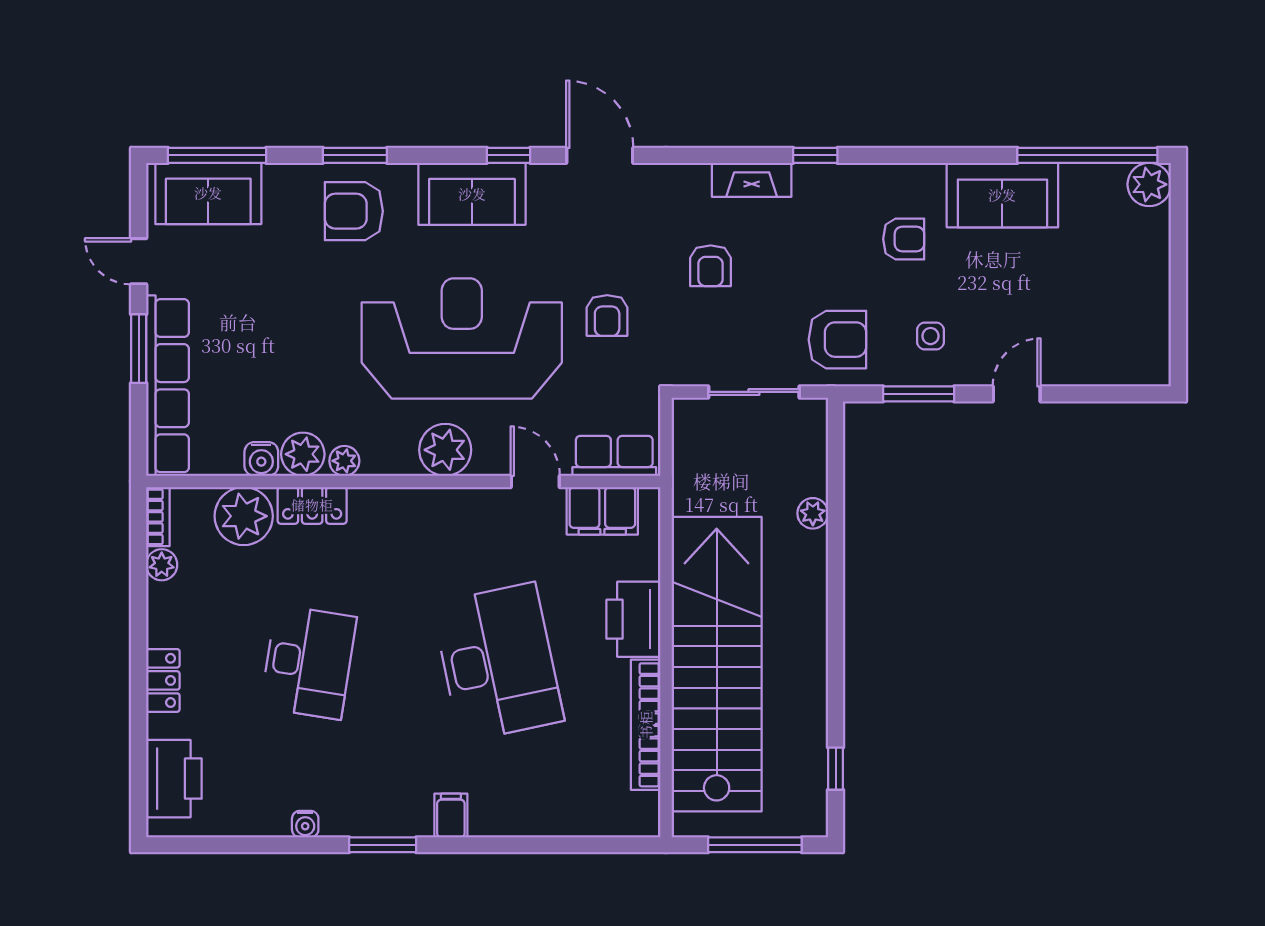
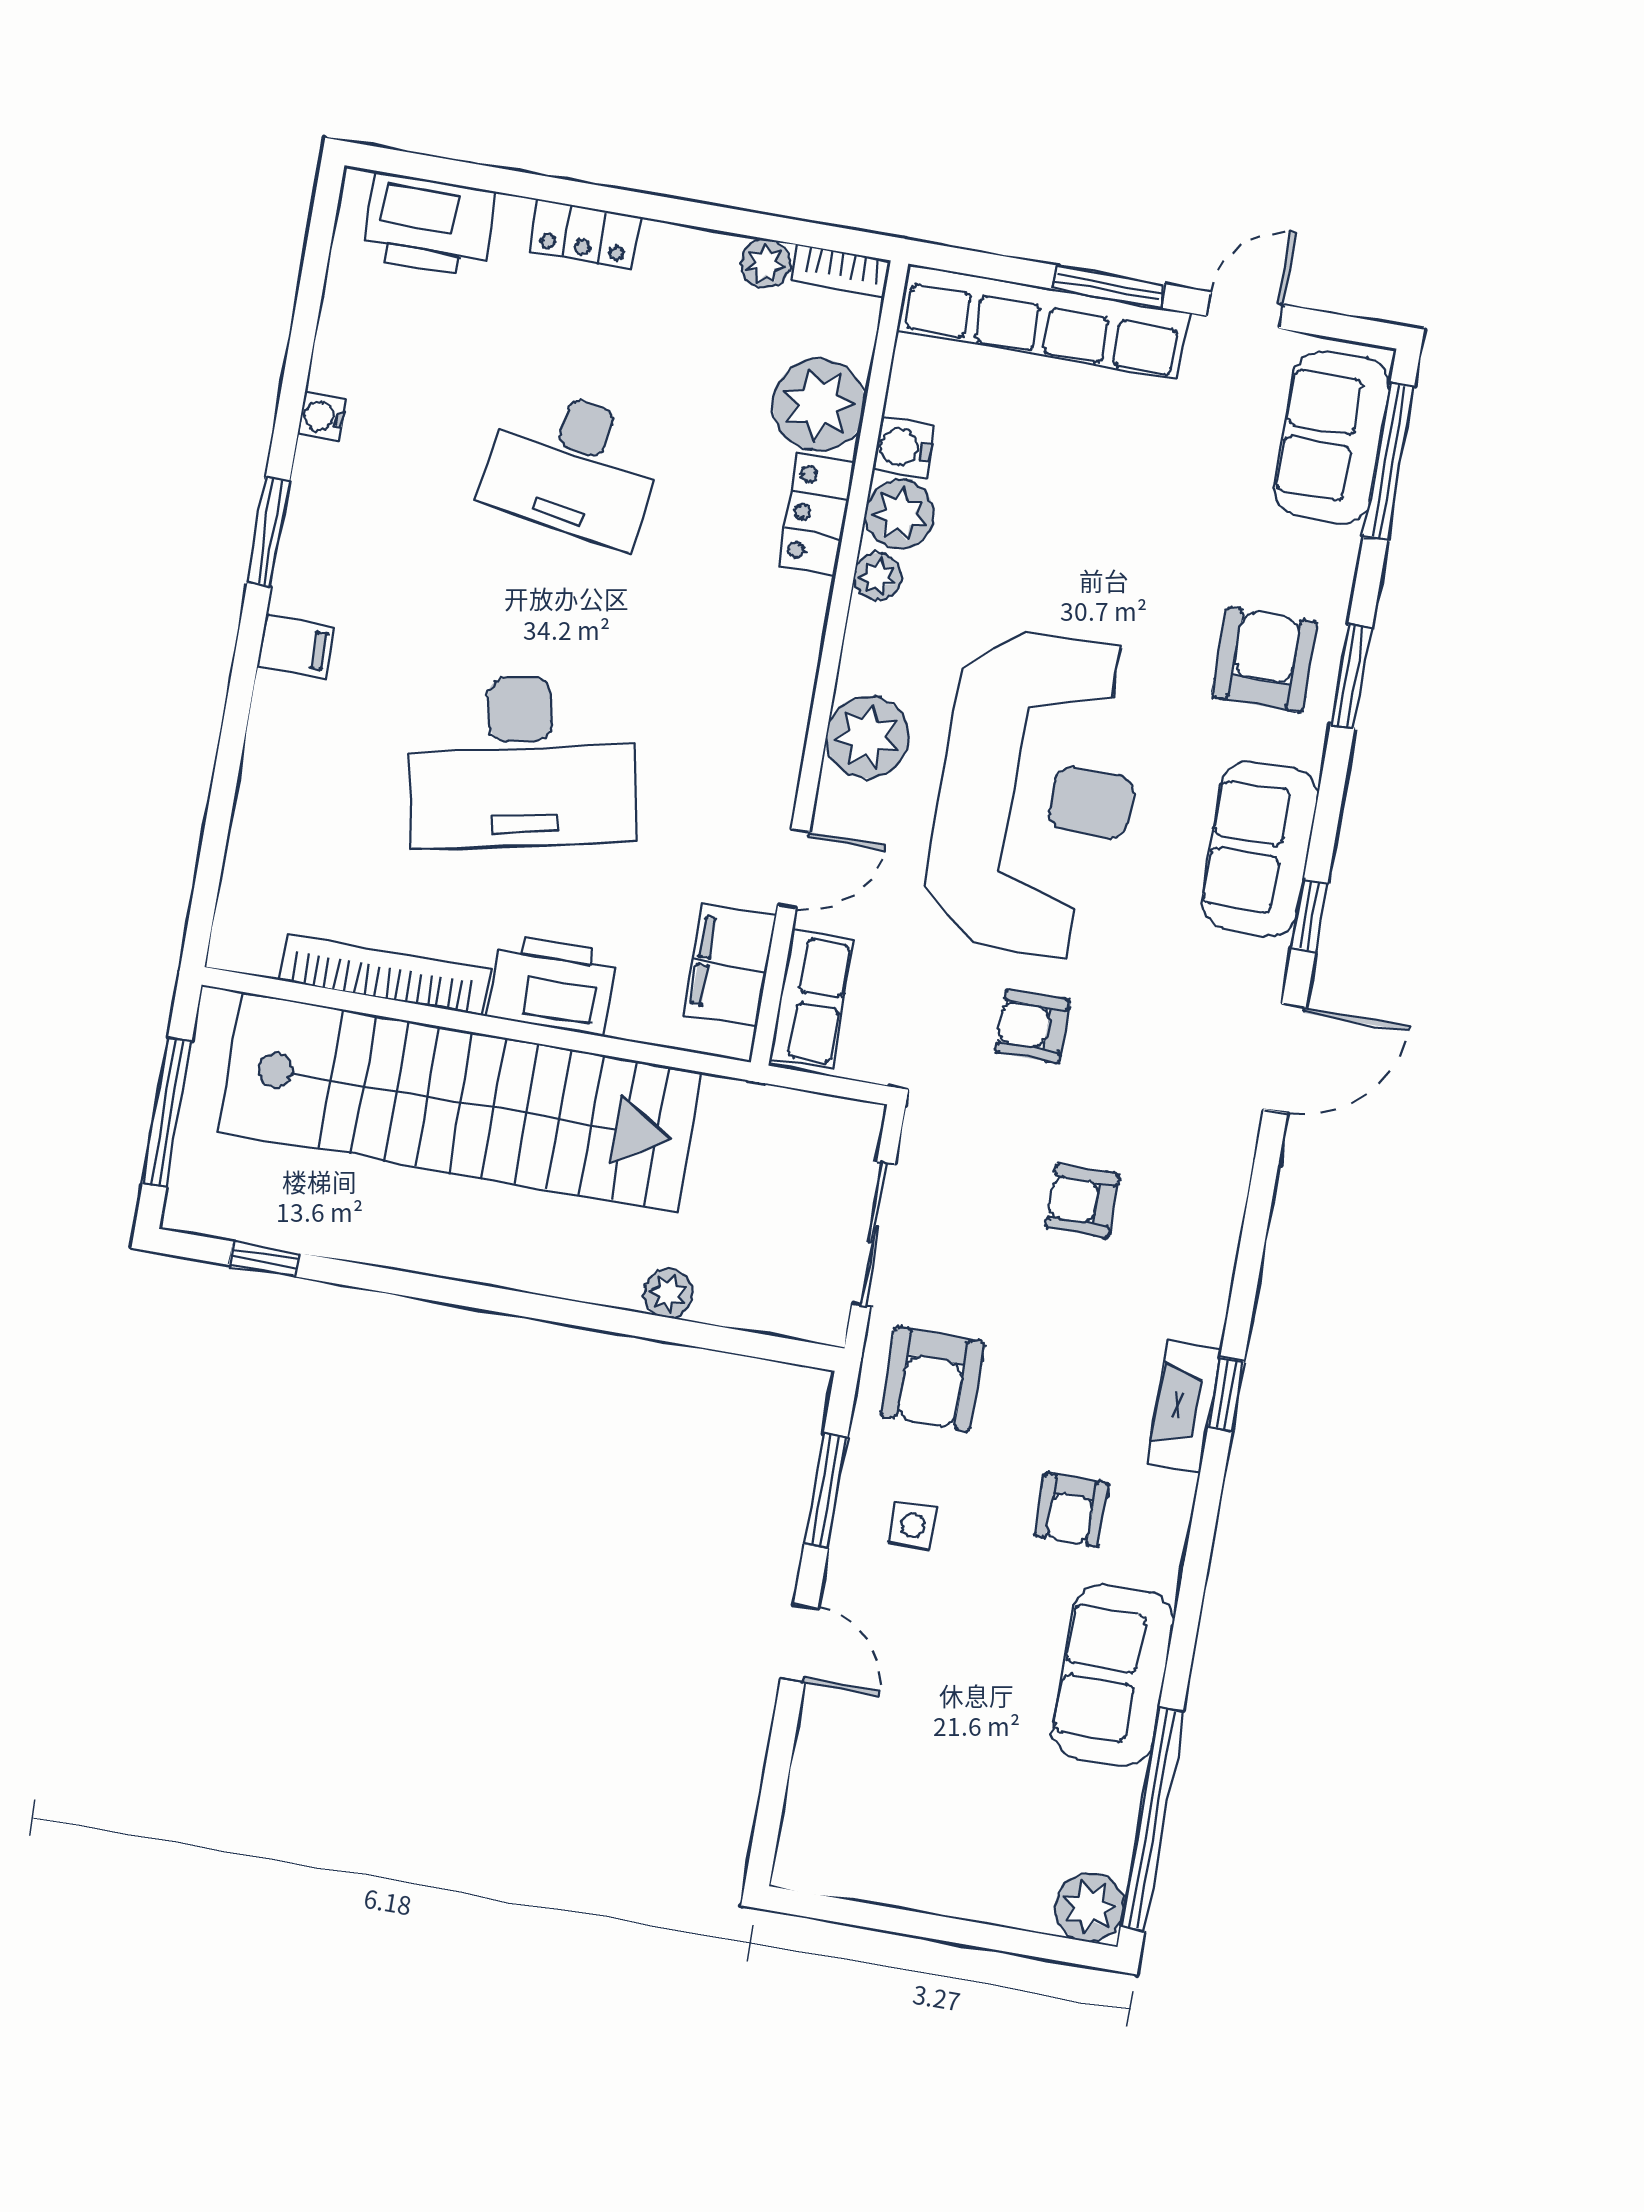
fireplace: (752, 180) -> (1185, 1407), moved

